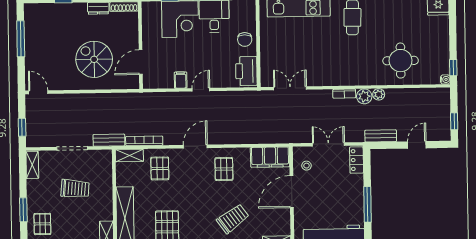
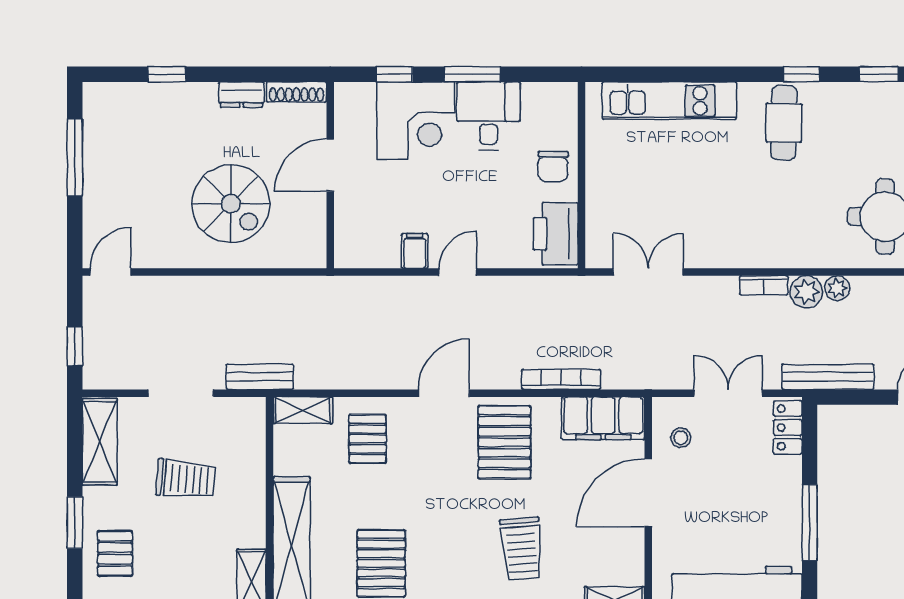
spiral stairs: (94, 59) -> (231, 204), turned 180
door: (141, 62) -> (330, 165), moved
door: (38, 92) -> (111, 272), hinge flipped
bench: (381, 136) -> (828, 377), width x1.36
bookcase: (144, 141) -> (561, 379), moved
shelving: (32, 165) -> (100, 442), width x1.50, depth x1.33
pallet: (224, 169) -> (504, 442), width x1.50, depth x1.42
trolley: (233, 219) -> (522, 548), turned 121

